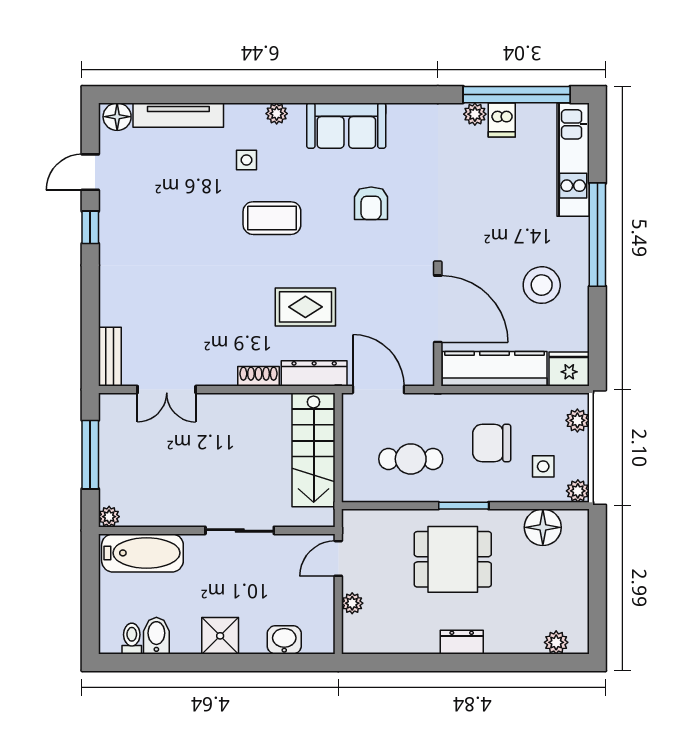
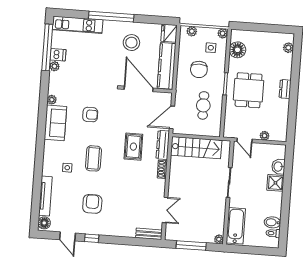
plant: (277, 114) -> (52, 100), moved
armchair: (168, 223) -> (92, 204), added
door: (438, 309) -> (139, 89), hinge flipped
shower: (220, 636) -> (275, 183), moved

